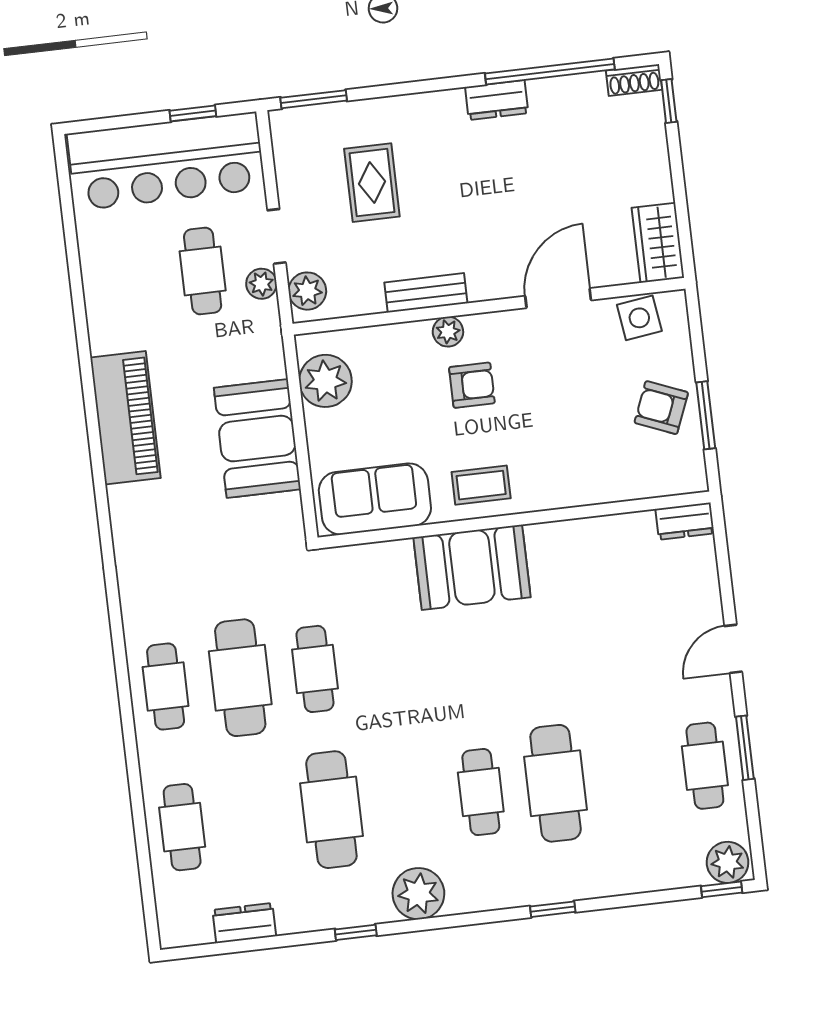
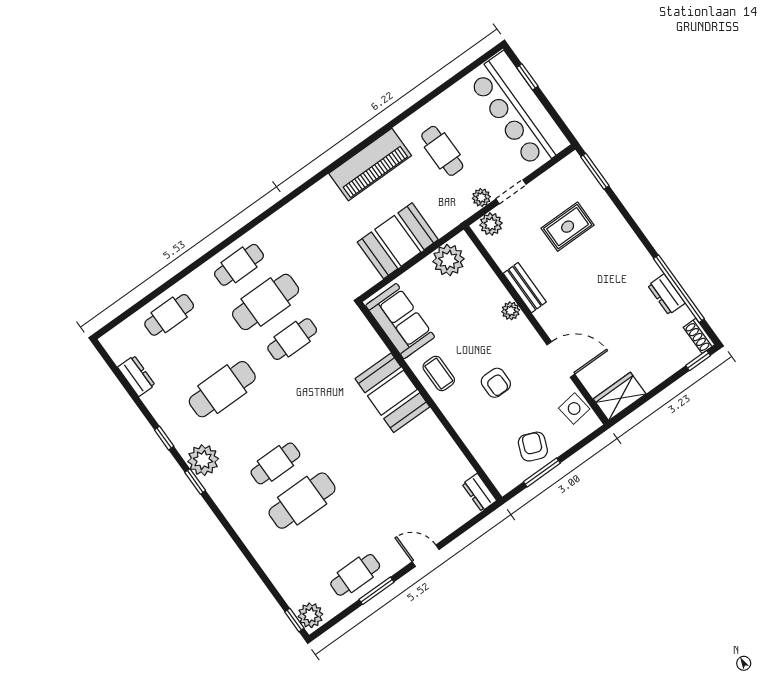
dresser: (497, 100) -> (666, 294), moved
window: (193, 113) -> (527, 77), moved
cafe table: (203, 271) -> (442, 151), moved, turned 90
armchair: (472, 385) -> (496, 383), moved
window: (553, 909) -> (195, 481), moved

